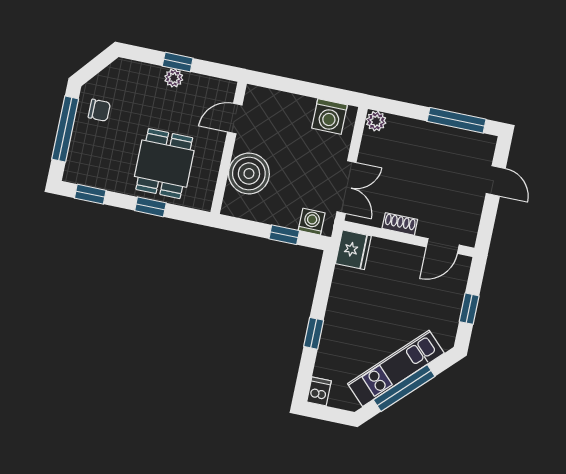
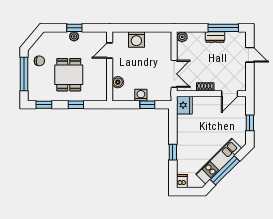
washing machine: (330, 117) -> (136, 39), moved
dresser: (438, 134) -> (215, 37), added
dining table: (164, 164) -> (69, 75), moved
boiler: (249, 174) -> (118, 82), width x0.54, depth x0.54
washing machine: (312, 222) -> (141, 95), moved

